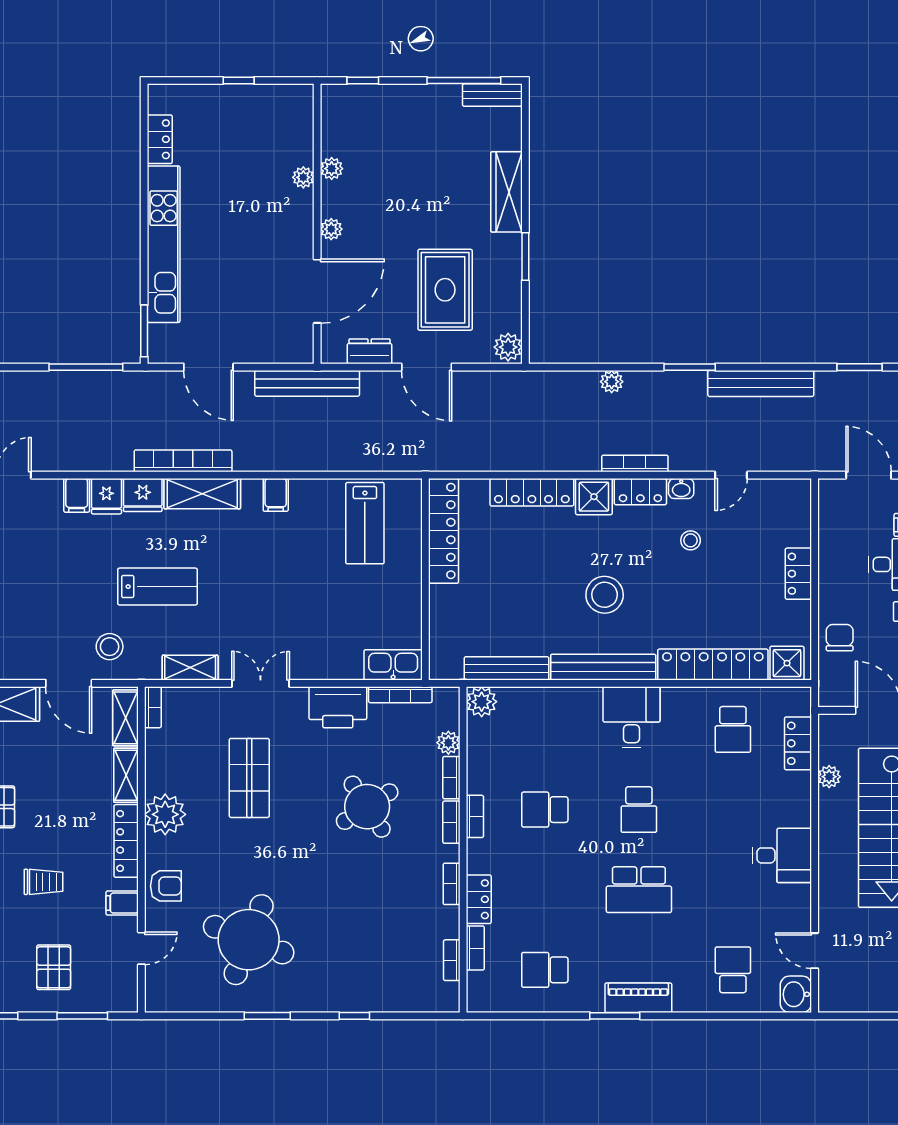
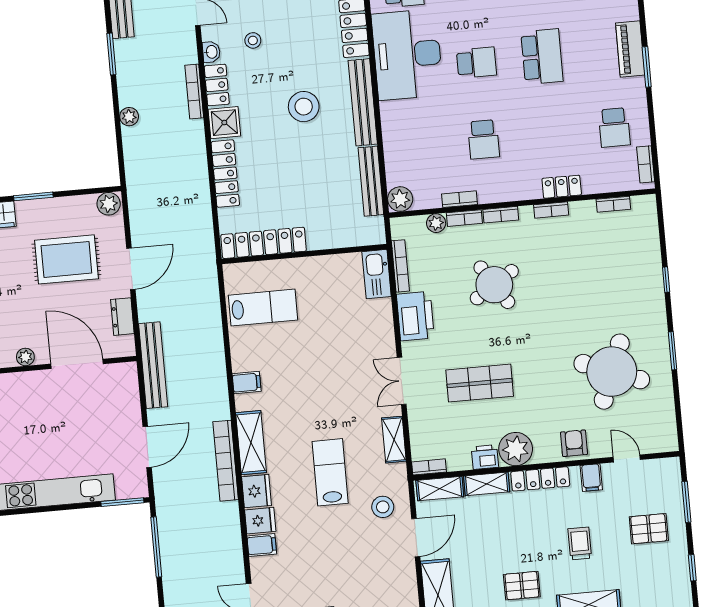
desk: (631, 717) -> (407, 55), width x1.87, depth x1.30
printer: (159, 776) -> (485, 457), added
bookcase: (475, 816) -> (459, 199), moved
bookcase: (475, 948) -> (646, 164), moved, turned -90

